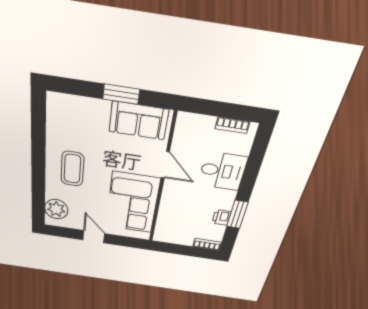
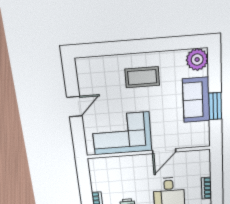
sofa: (139, 121) -> (196, 100), moved
plant: (56, 209) -> (197, 60), moved

